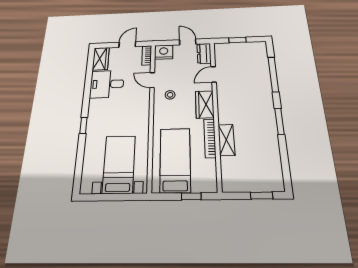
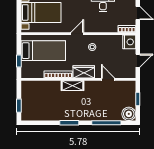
boiler: (258, 49) -> (129, 114), added
dresser: (204, 53) -> (127, 73), removed
door: (152, 80) -> (77, 34), moved
shelving: (226, 140) -> (73, 86), moved

